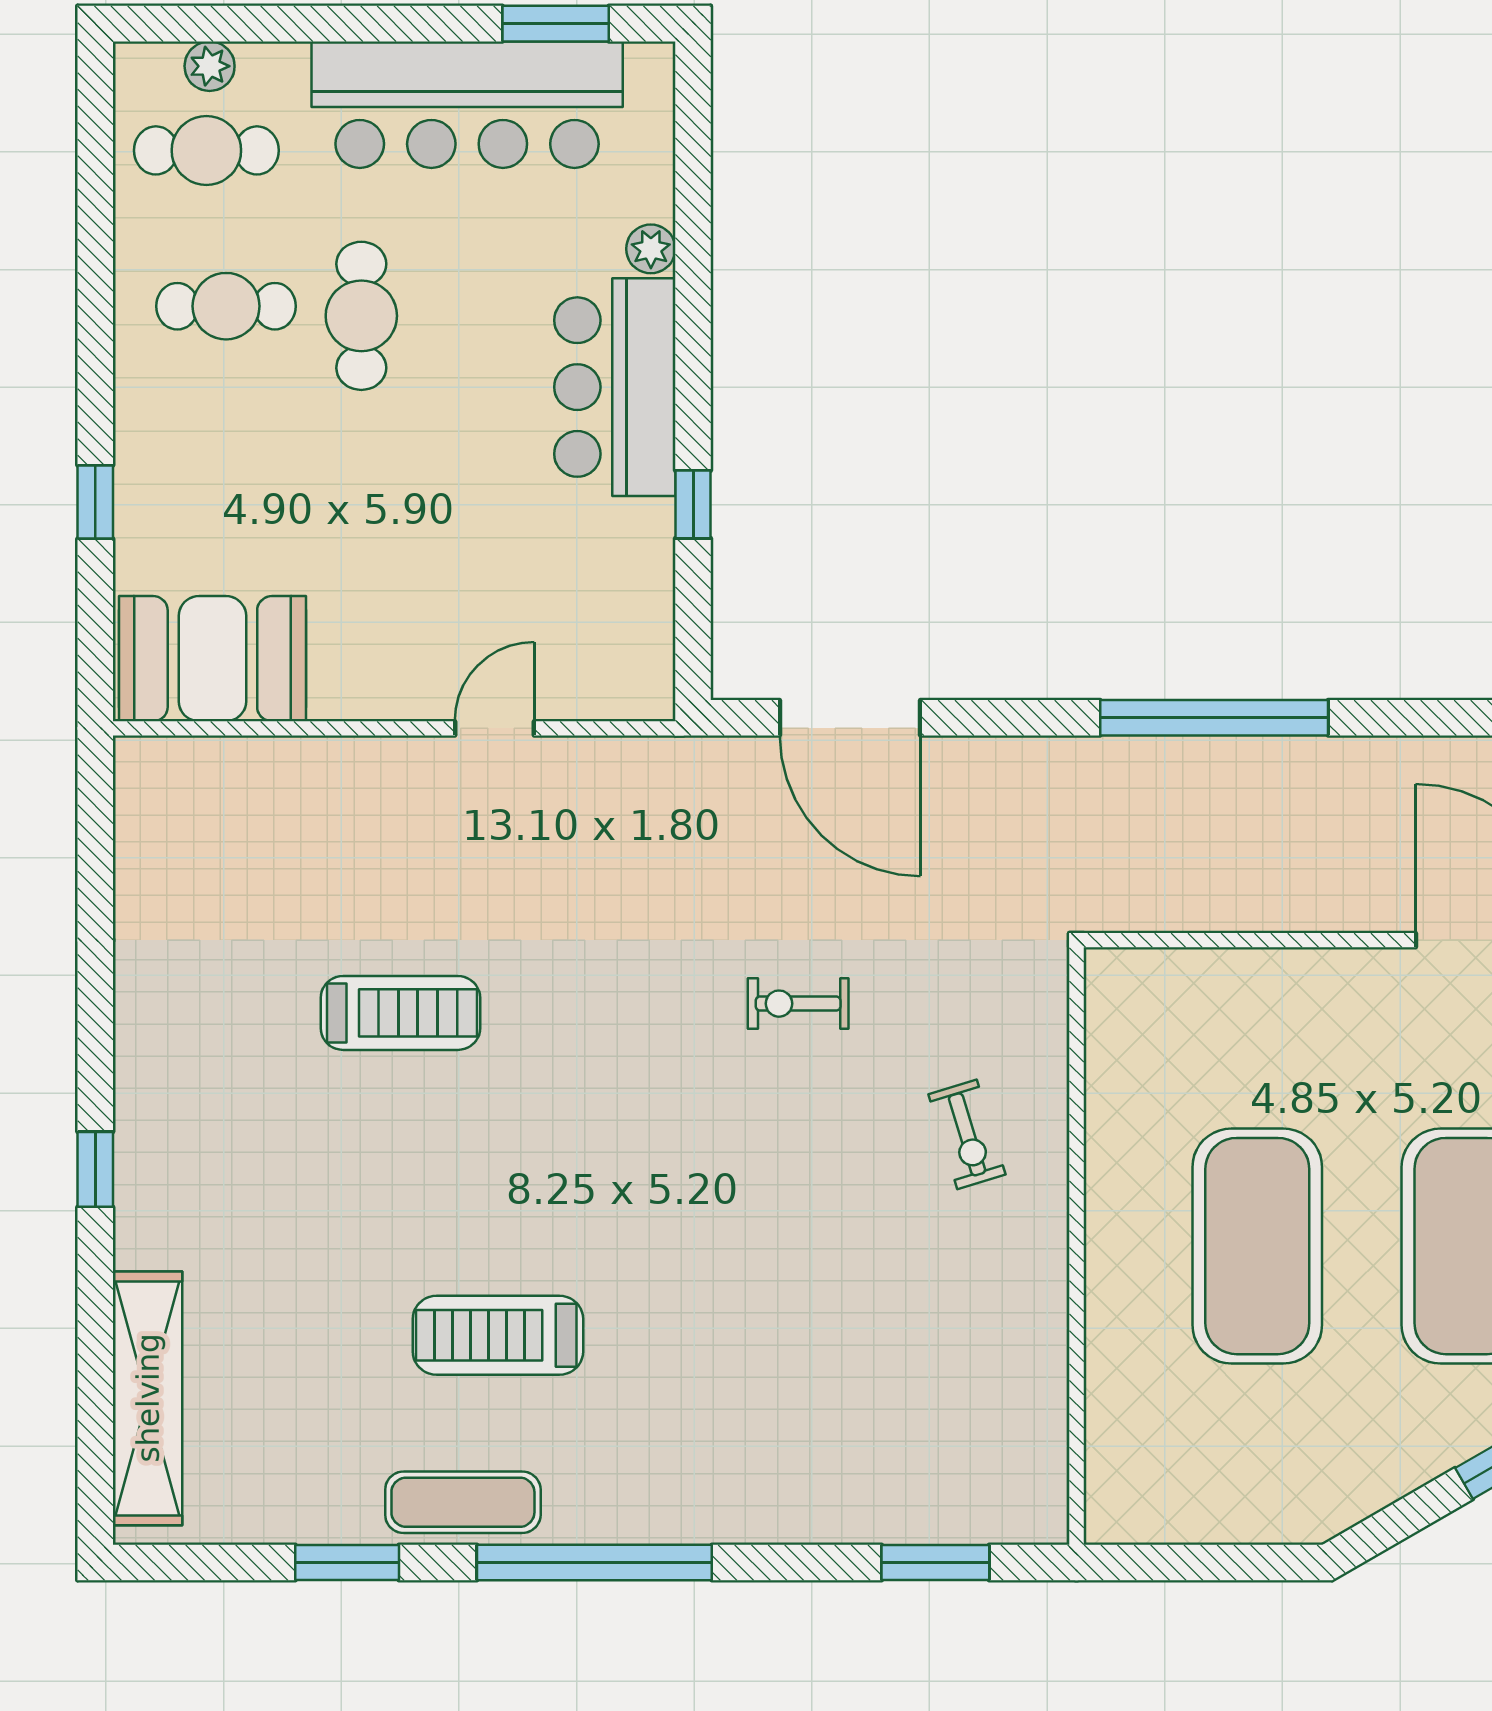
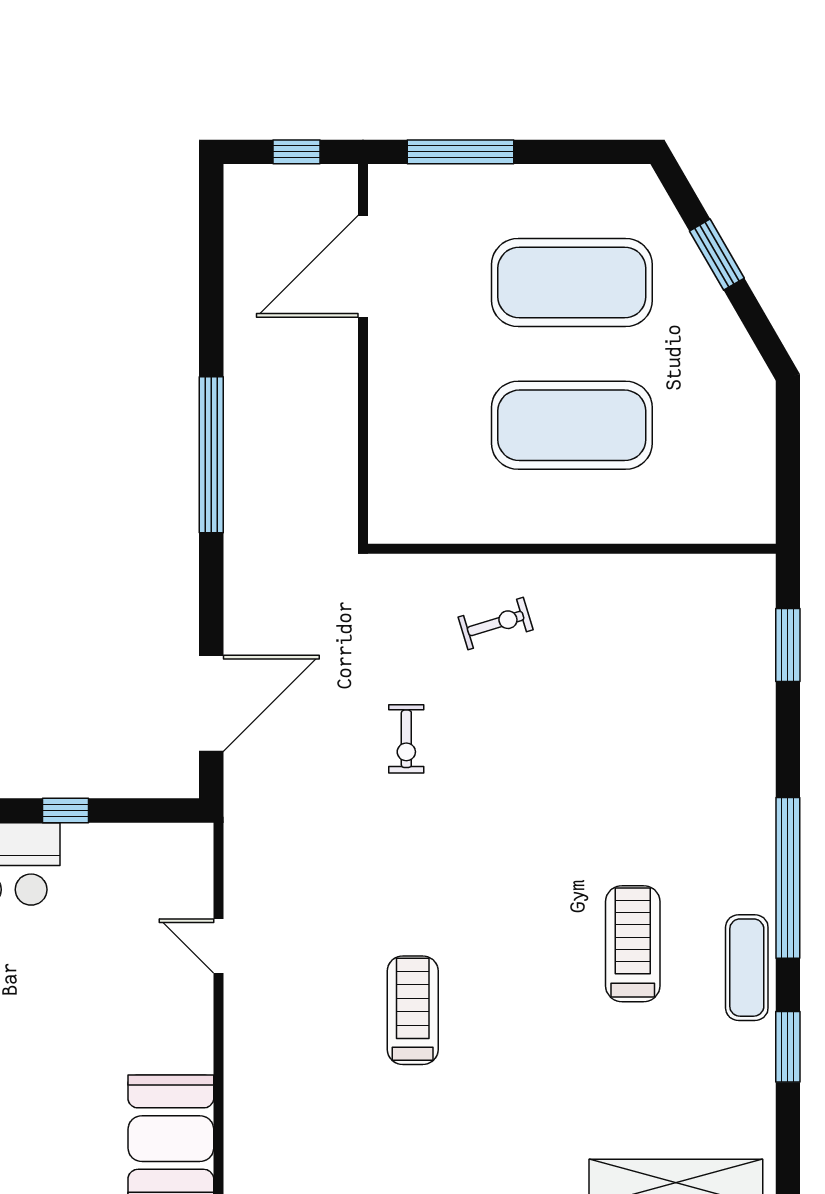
treadmill: (498, 1335) -> (633, 944), turned 180

